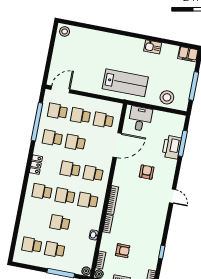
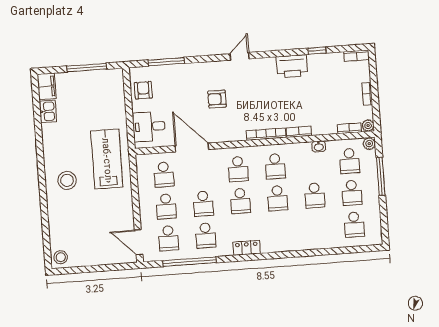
kitchen sink: (153, 47) -> (48, 111), moved
stool: (167, 97) -> (67, 180), moved
printer: (172, 147) -> (292, 66), moved
school desk: (42, 192) -> (350, 161), moved
armchair: (123, 251) -> (143, 90), moved

